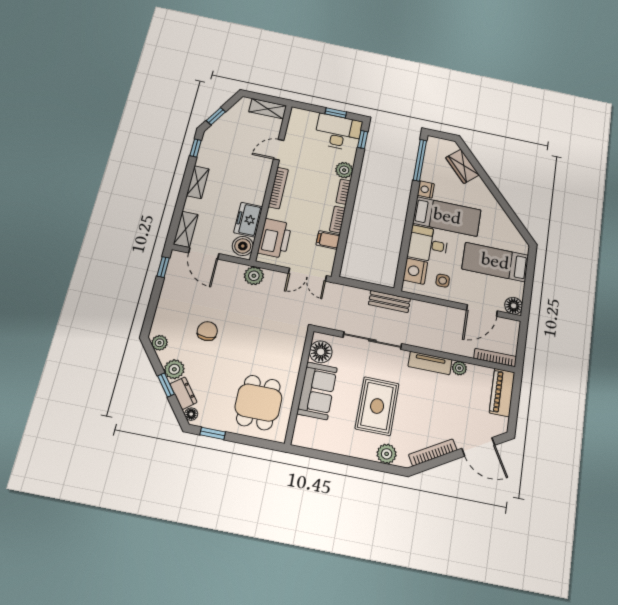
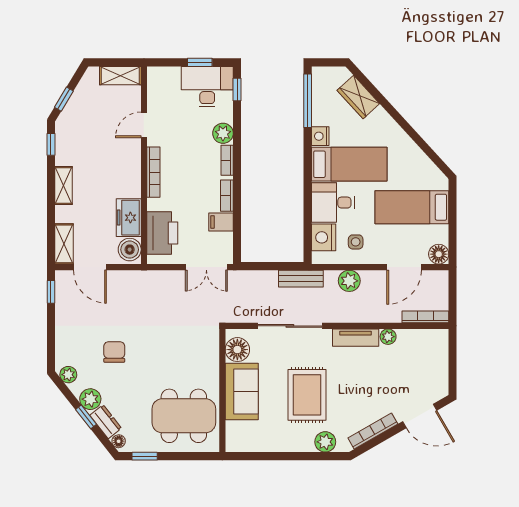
plant: (254, 276) -> (349, 281), moved
piano: (502, 392) -> (438, 354), removed
dining table: (258, 402) -> (184, 416), width x1.38

